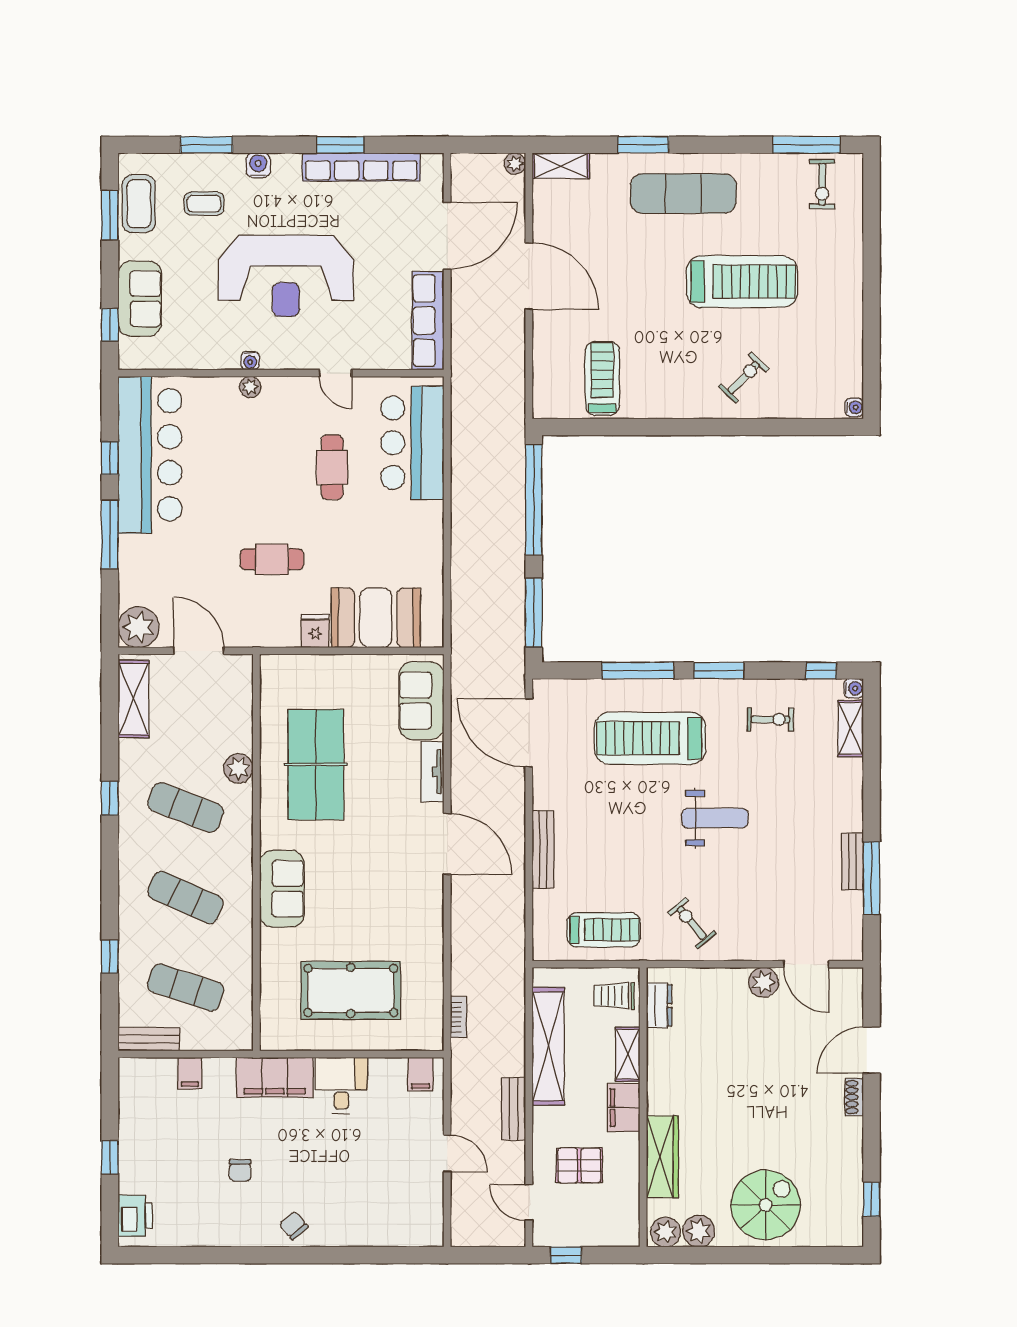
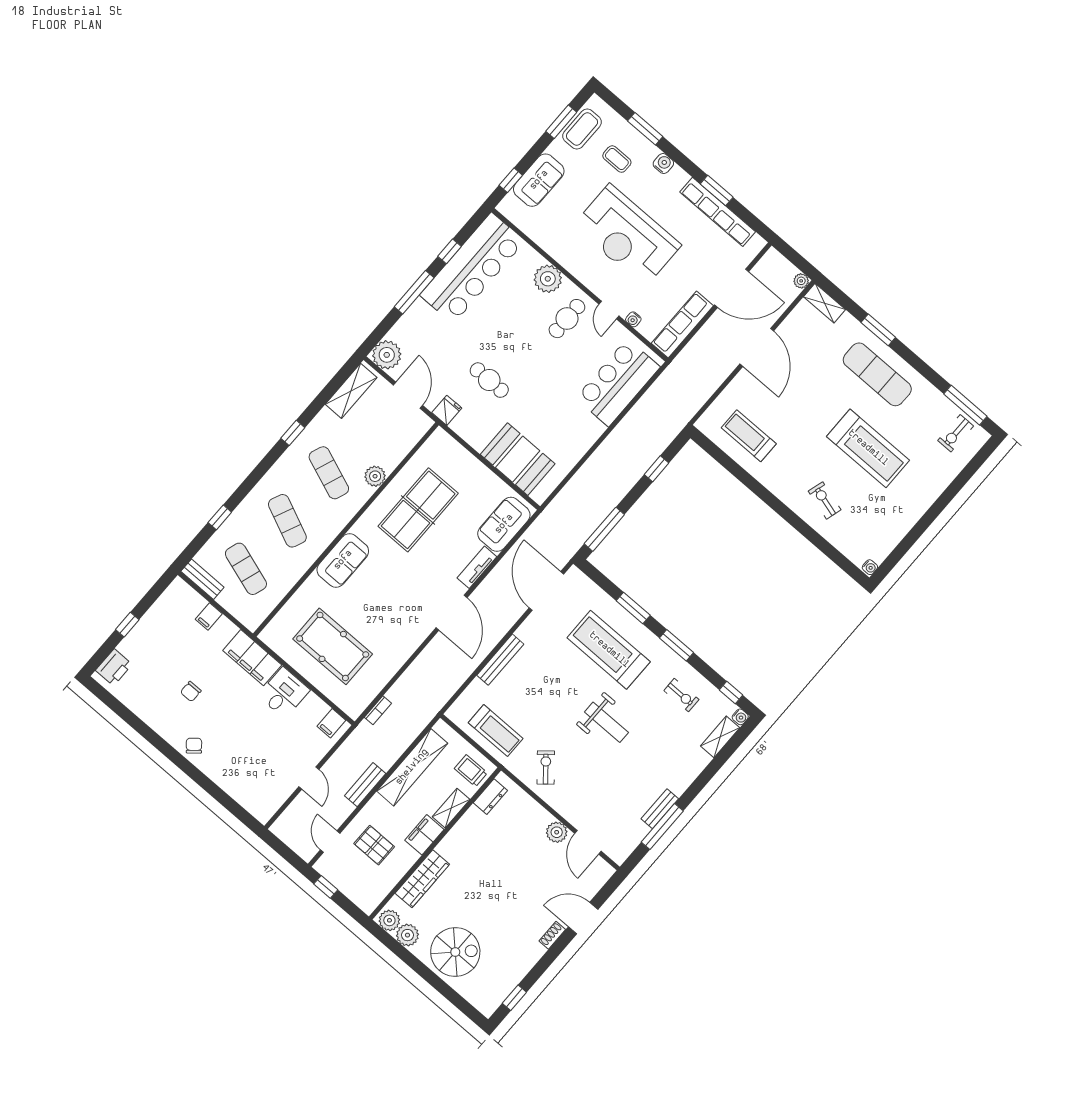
water cooler: (250, 361) -> (633, 319), moved
treadmill: (602, 378) -> (749, 436), turned -90
exercise bike: (744, 378) -> (825, 500), turned -118
plant: (250, 387) -> (548, 279), width x1.87, depth x1.87
cafe table: (332, 467) -> (567, 319), moved
window: (534, 499) -> (656, 469), width x0.32
fridge: (315, 631) -> (447, 410), moved
window: (638, 671) -> (633, 608), width x0.69

